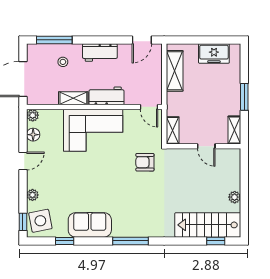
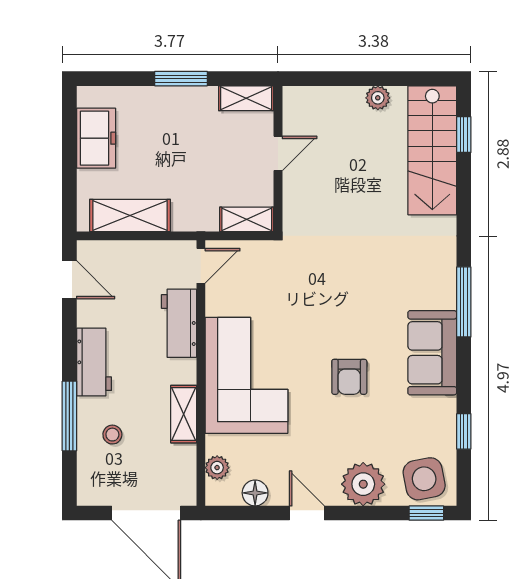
window: (54, 40) -> (69, 416), moved
workbench: (106, 96) -> (179, 323), moved
plant: (33, 115) -> (217, 468), moved
armchair: (145, 162) -> (349, 377), moved
plant: (32, 195) -> (363, 484), width x1.88, depth x1.88
sofa: (90, 225) -> (432, 353), moved

